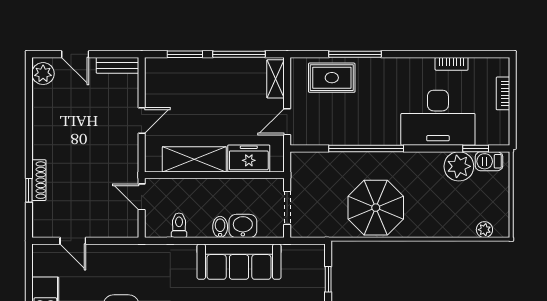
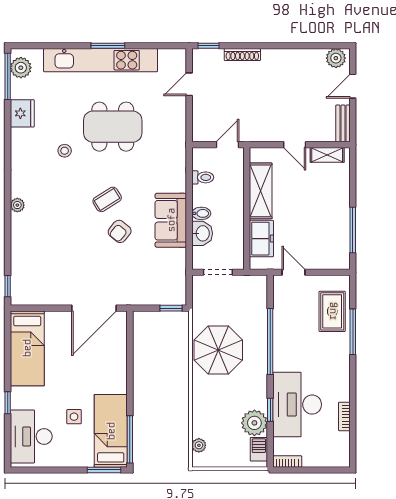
window: (185, 54) -> (353, 182), removed
shelving: (275, 79) -> (327, 155), moved
bookcase: (503, 93) -> (287, 461), moved
window: (476, 148) -> (270, 410), moved
window: (29, 190) -> (209, 46), moved
sofa: (239, 262) -> (171, 220), width x0.73
window: (328, 279) -> (171, 308), moved

